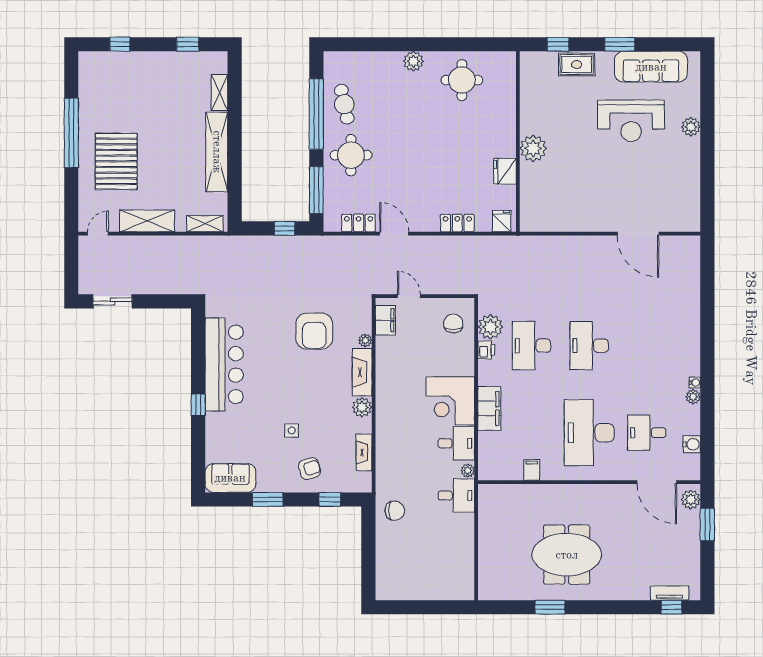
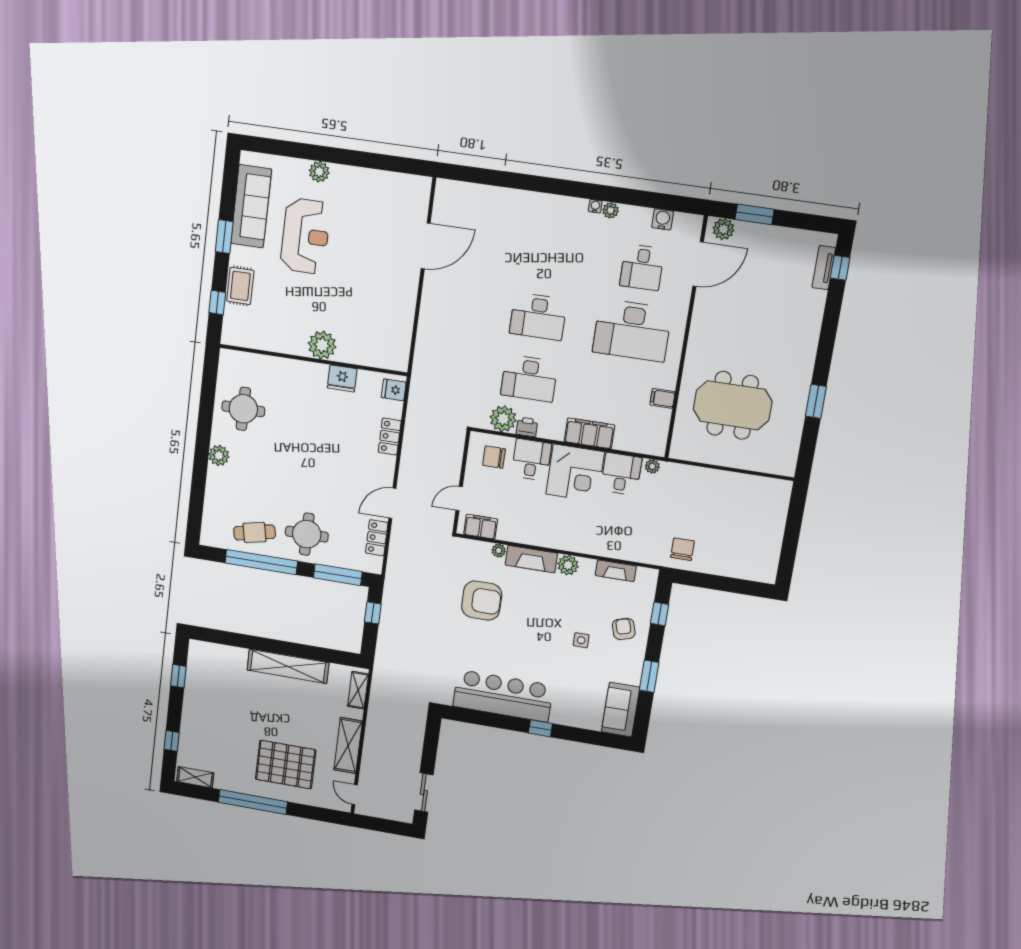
shelving: (219, 93) -> (195, 777), moved
desk: (456, 496) -> (531, 460), moved
meeting table: (567, 555) -> (733, 405), moved, turned 90

